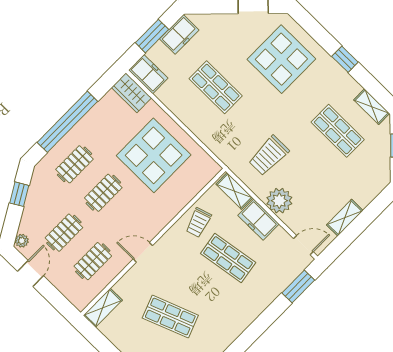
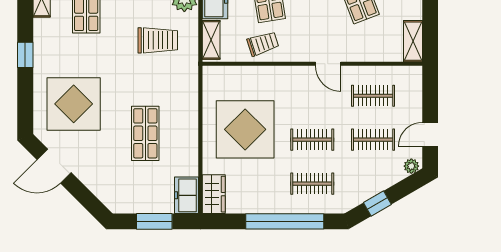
freezer: (179, 34) -> (132, 202), removed
shelving: (103, 308) -> (413, 41), moved, turned 90

